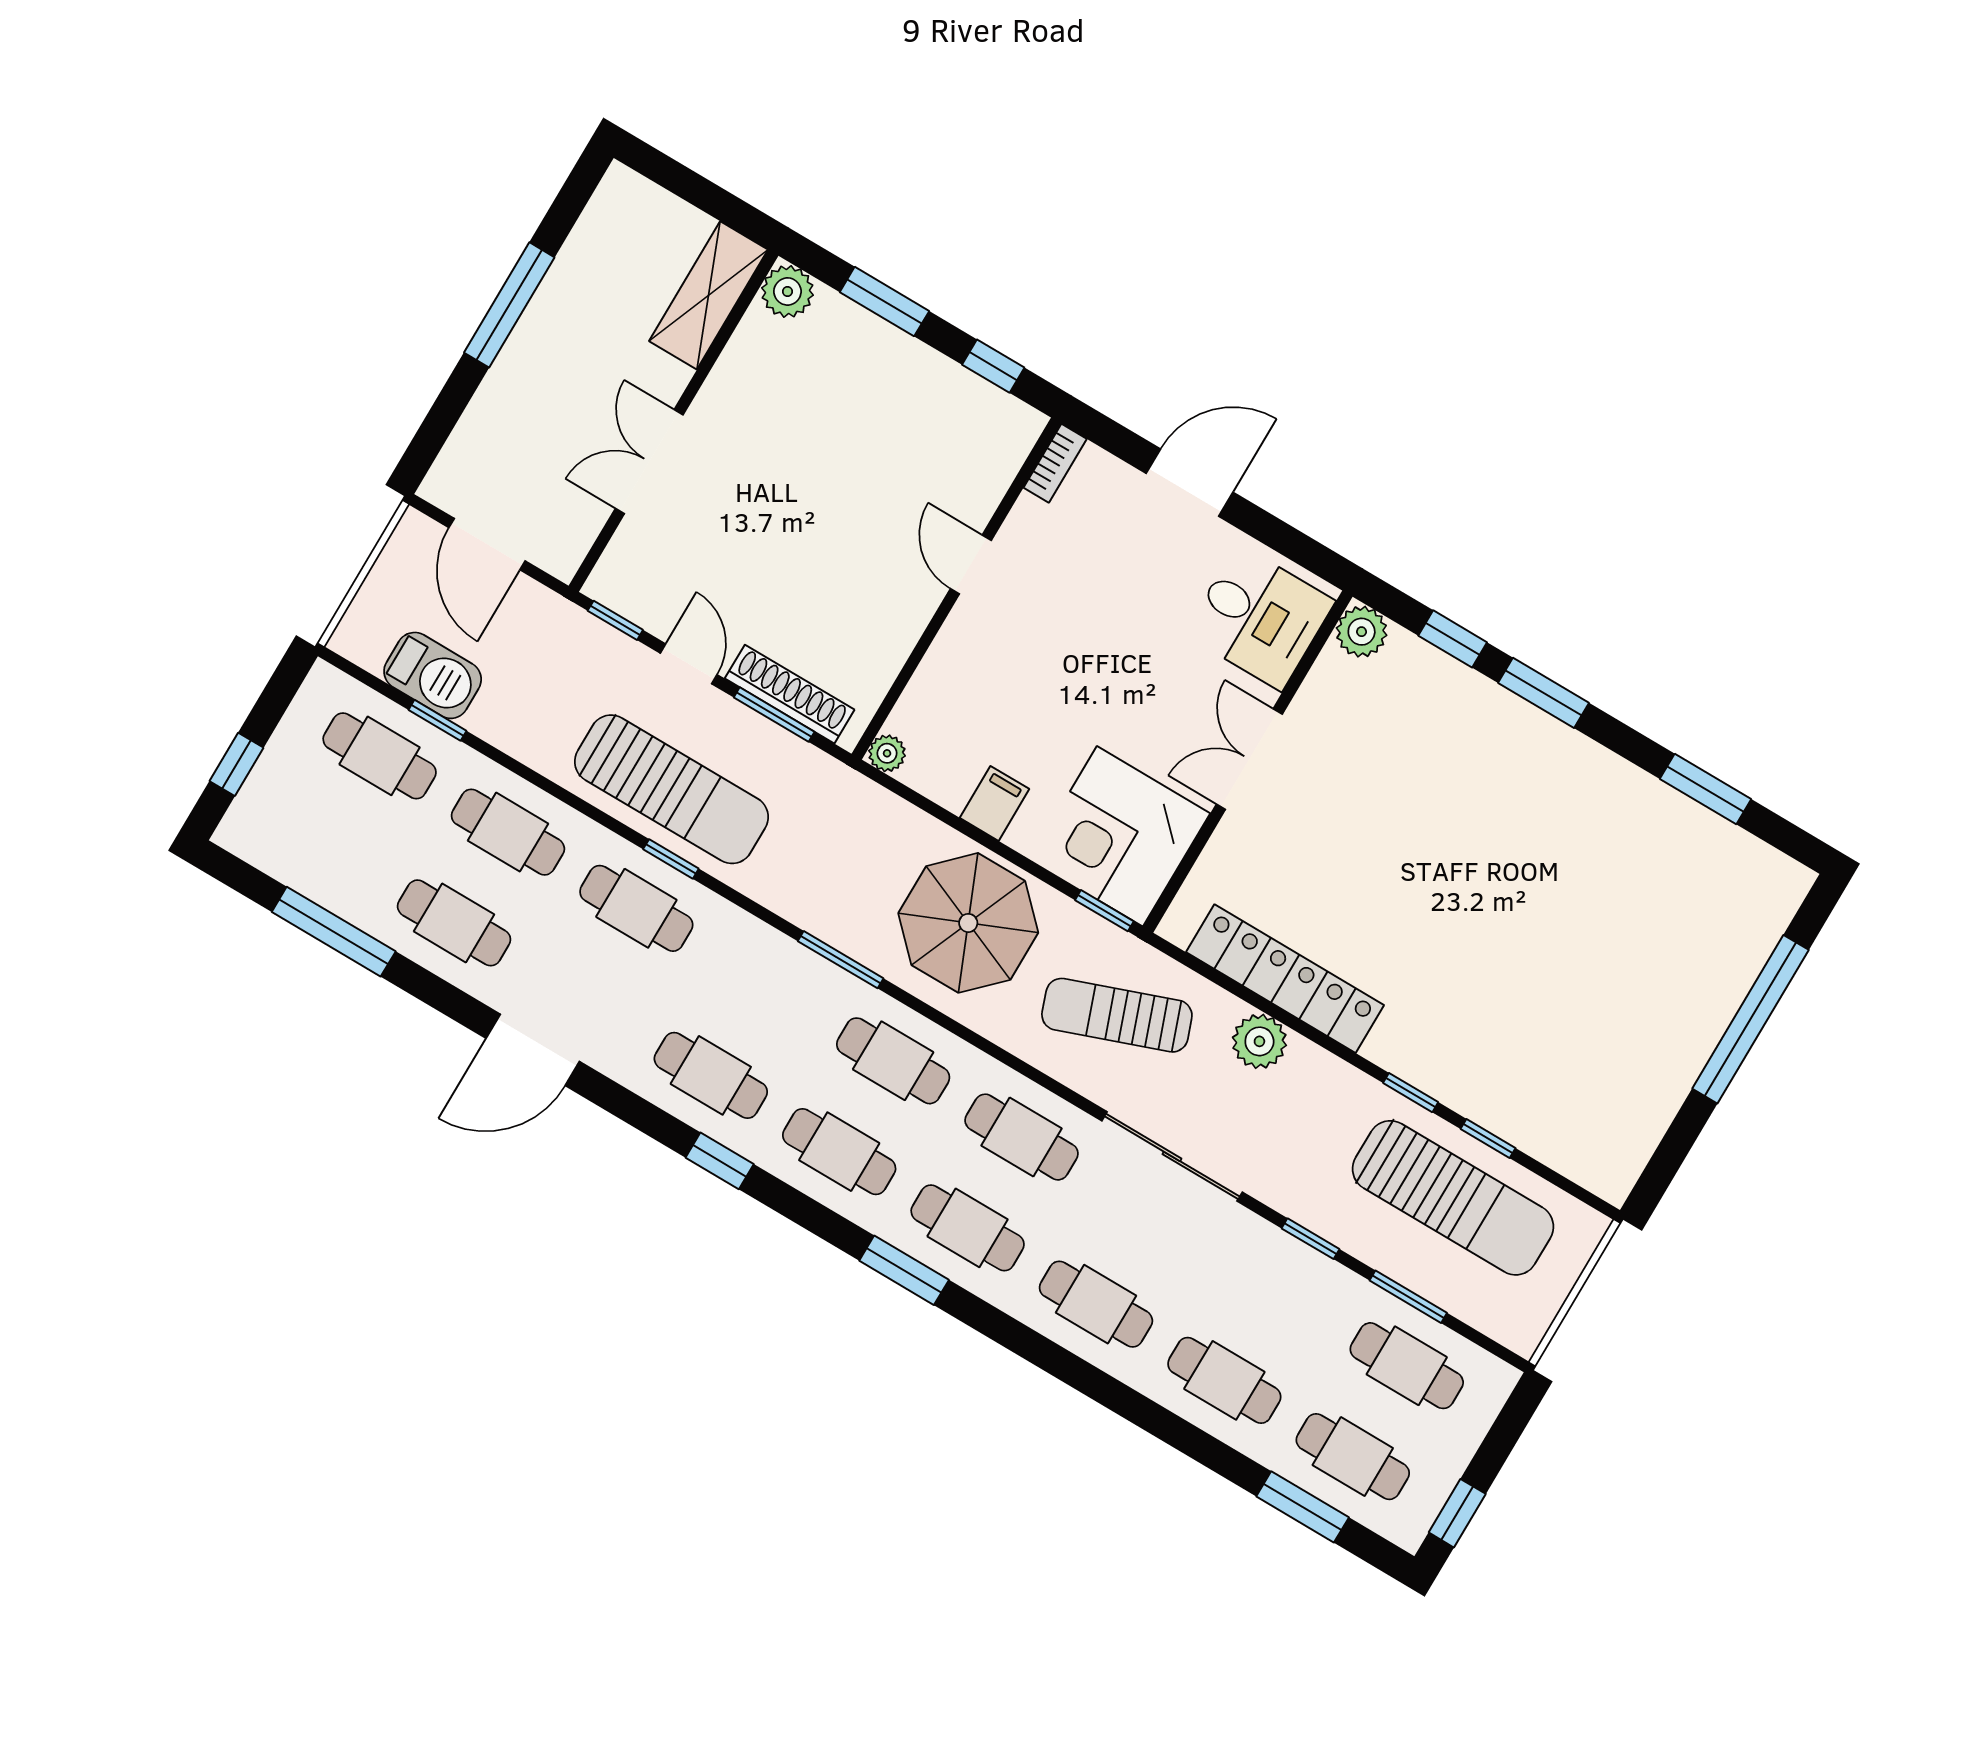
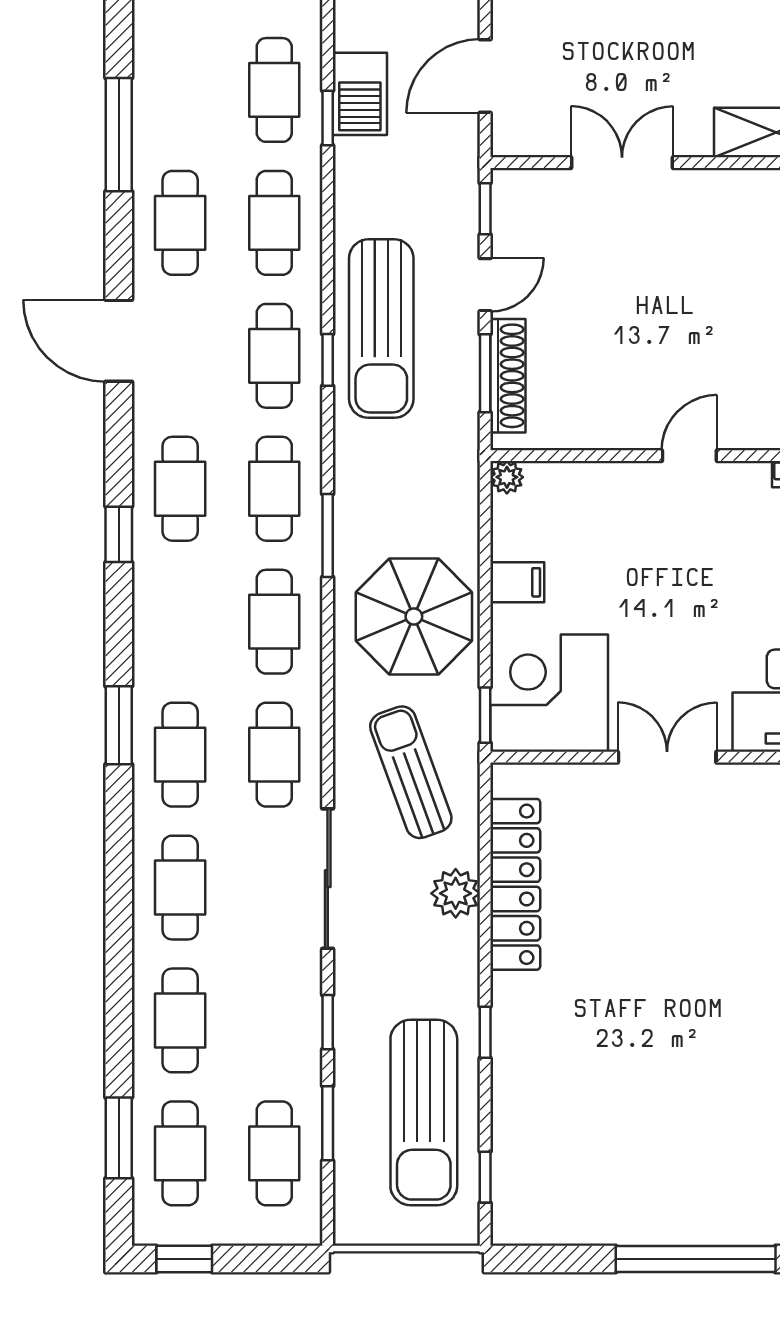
window: (1488, 1139) -> (485, 1177), moved
cafe table: (839, 1152) -> (274, 489), moved

